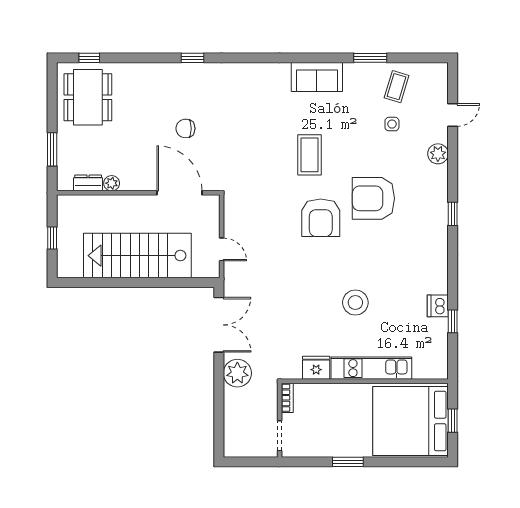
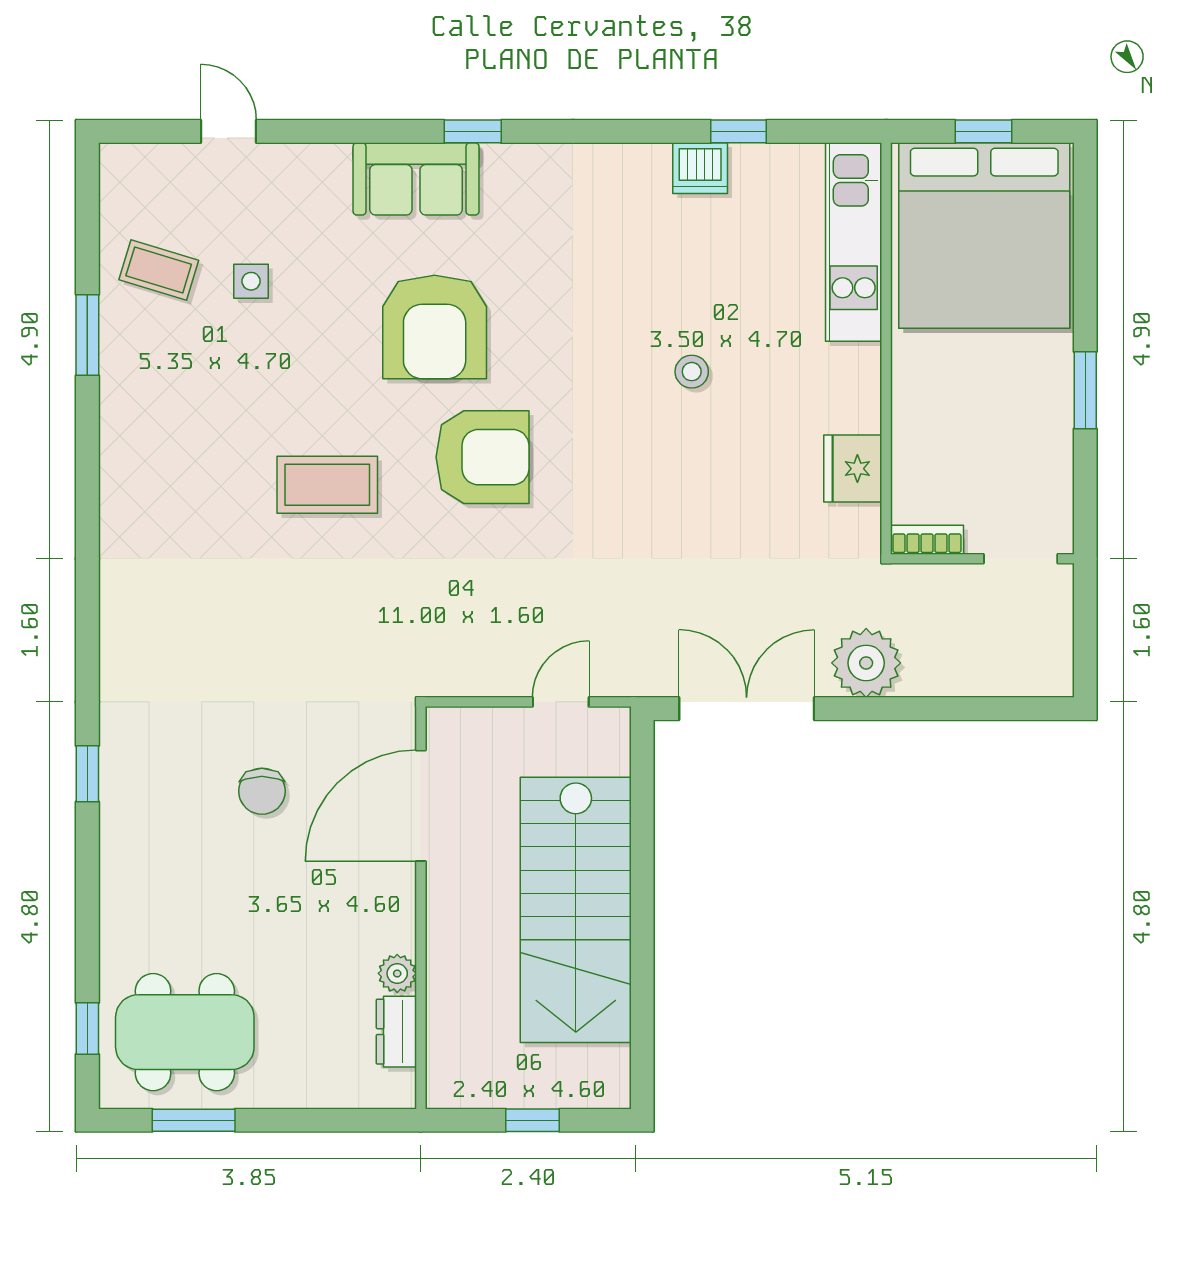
sofa: (317, 77) -> (416, 179), moved, turned 90
window: (52, 149) -> (194, 1120), moved
plant: (438, 154) -> (325, 168), removed
stool: (355, 303) -> (692, 372), width x0.53, depth x0.53
kitchen unit: (371, 368) -> (854, 242), moved

